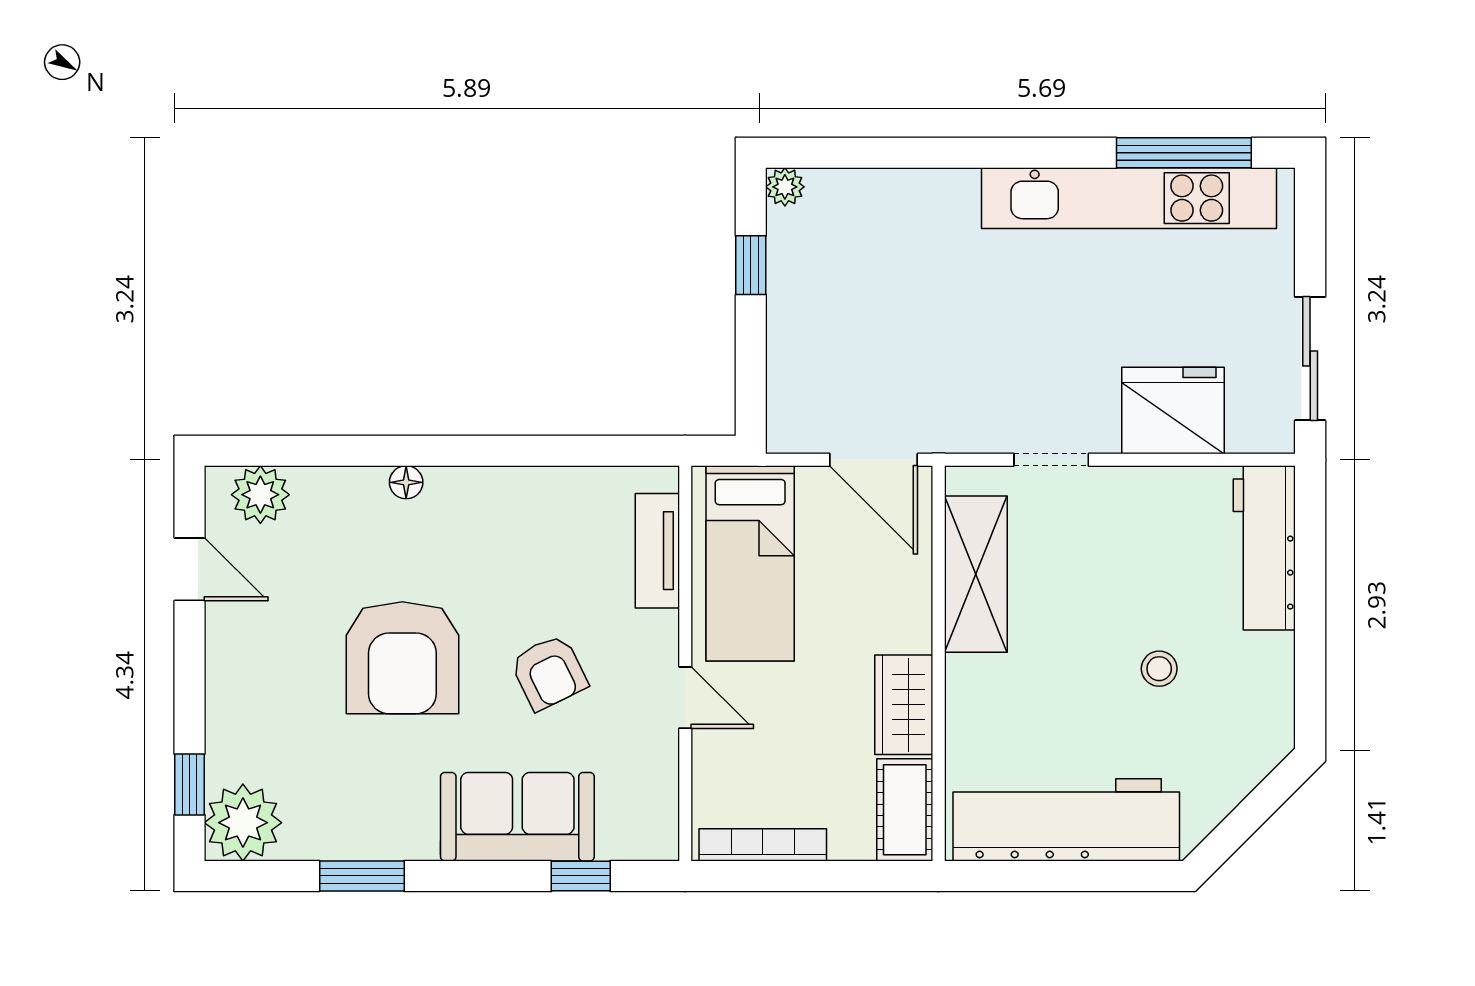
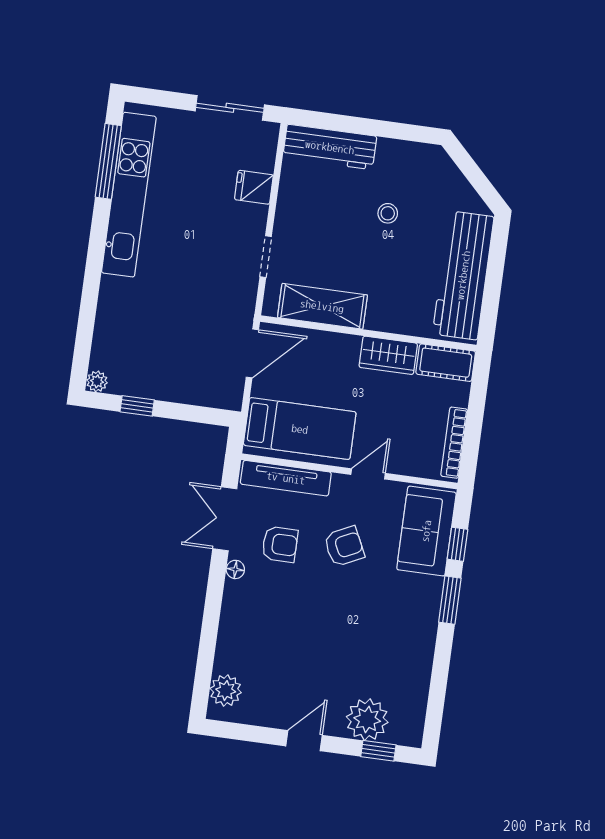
fridge: (1173, 410) -> (254, 187), width x0.53, depth x0.75
double door: (569, 451) -> (225, 519), added
floor lamp: (406, 482) -> (235, 569), moved
tv unit: (657, 551) -> (286, 478), width x1.41
door: (189, 569) -> (304, 741), moved
armchair: (402, 658) -> (280, 544), moved, width x0.53, depth x0.53
sofa: (517, 817) -> (426, 531), moved
plant: (243, 823) -> (367, 720), moved
window: (362, 876) -> (450, 600), moved

